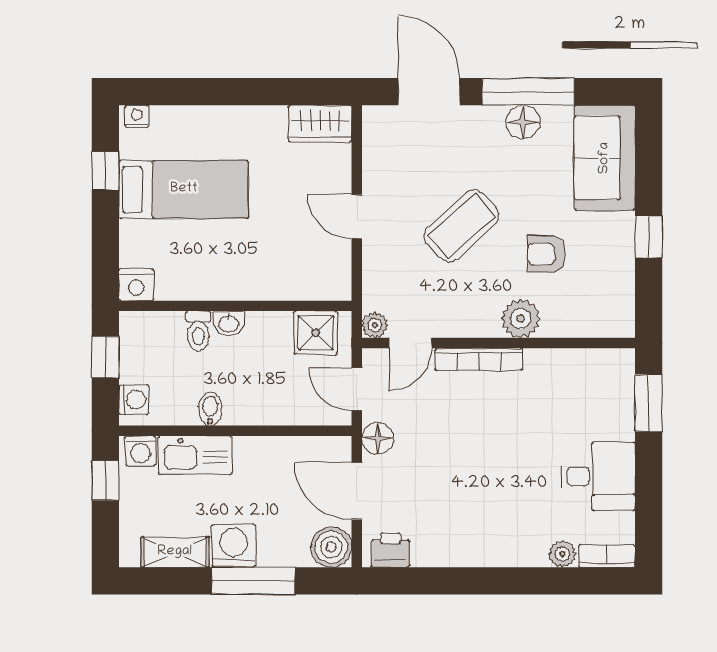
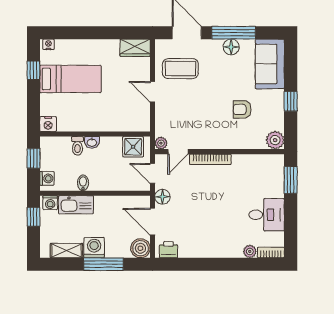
coffee table: (461, 226) -> (180, 69), moved, turned 42
plant: (521, 319) -> (275, 140), moved

